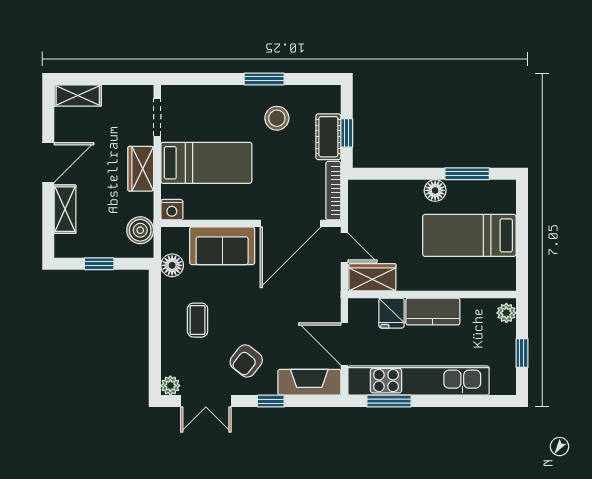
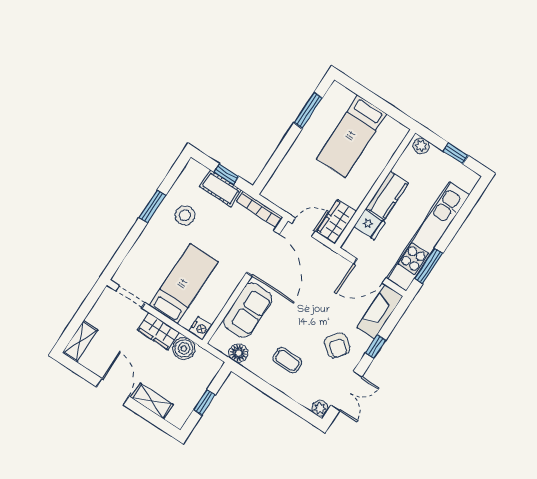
floor lamp: (435, 190) -> (305, 140), removed
boiler: (140, 230) -> (184, 348), moved

